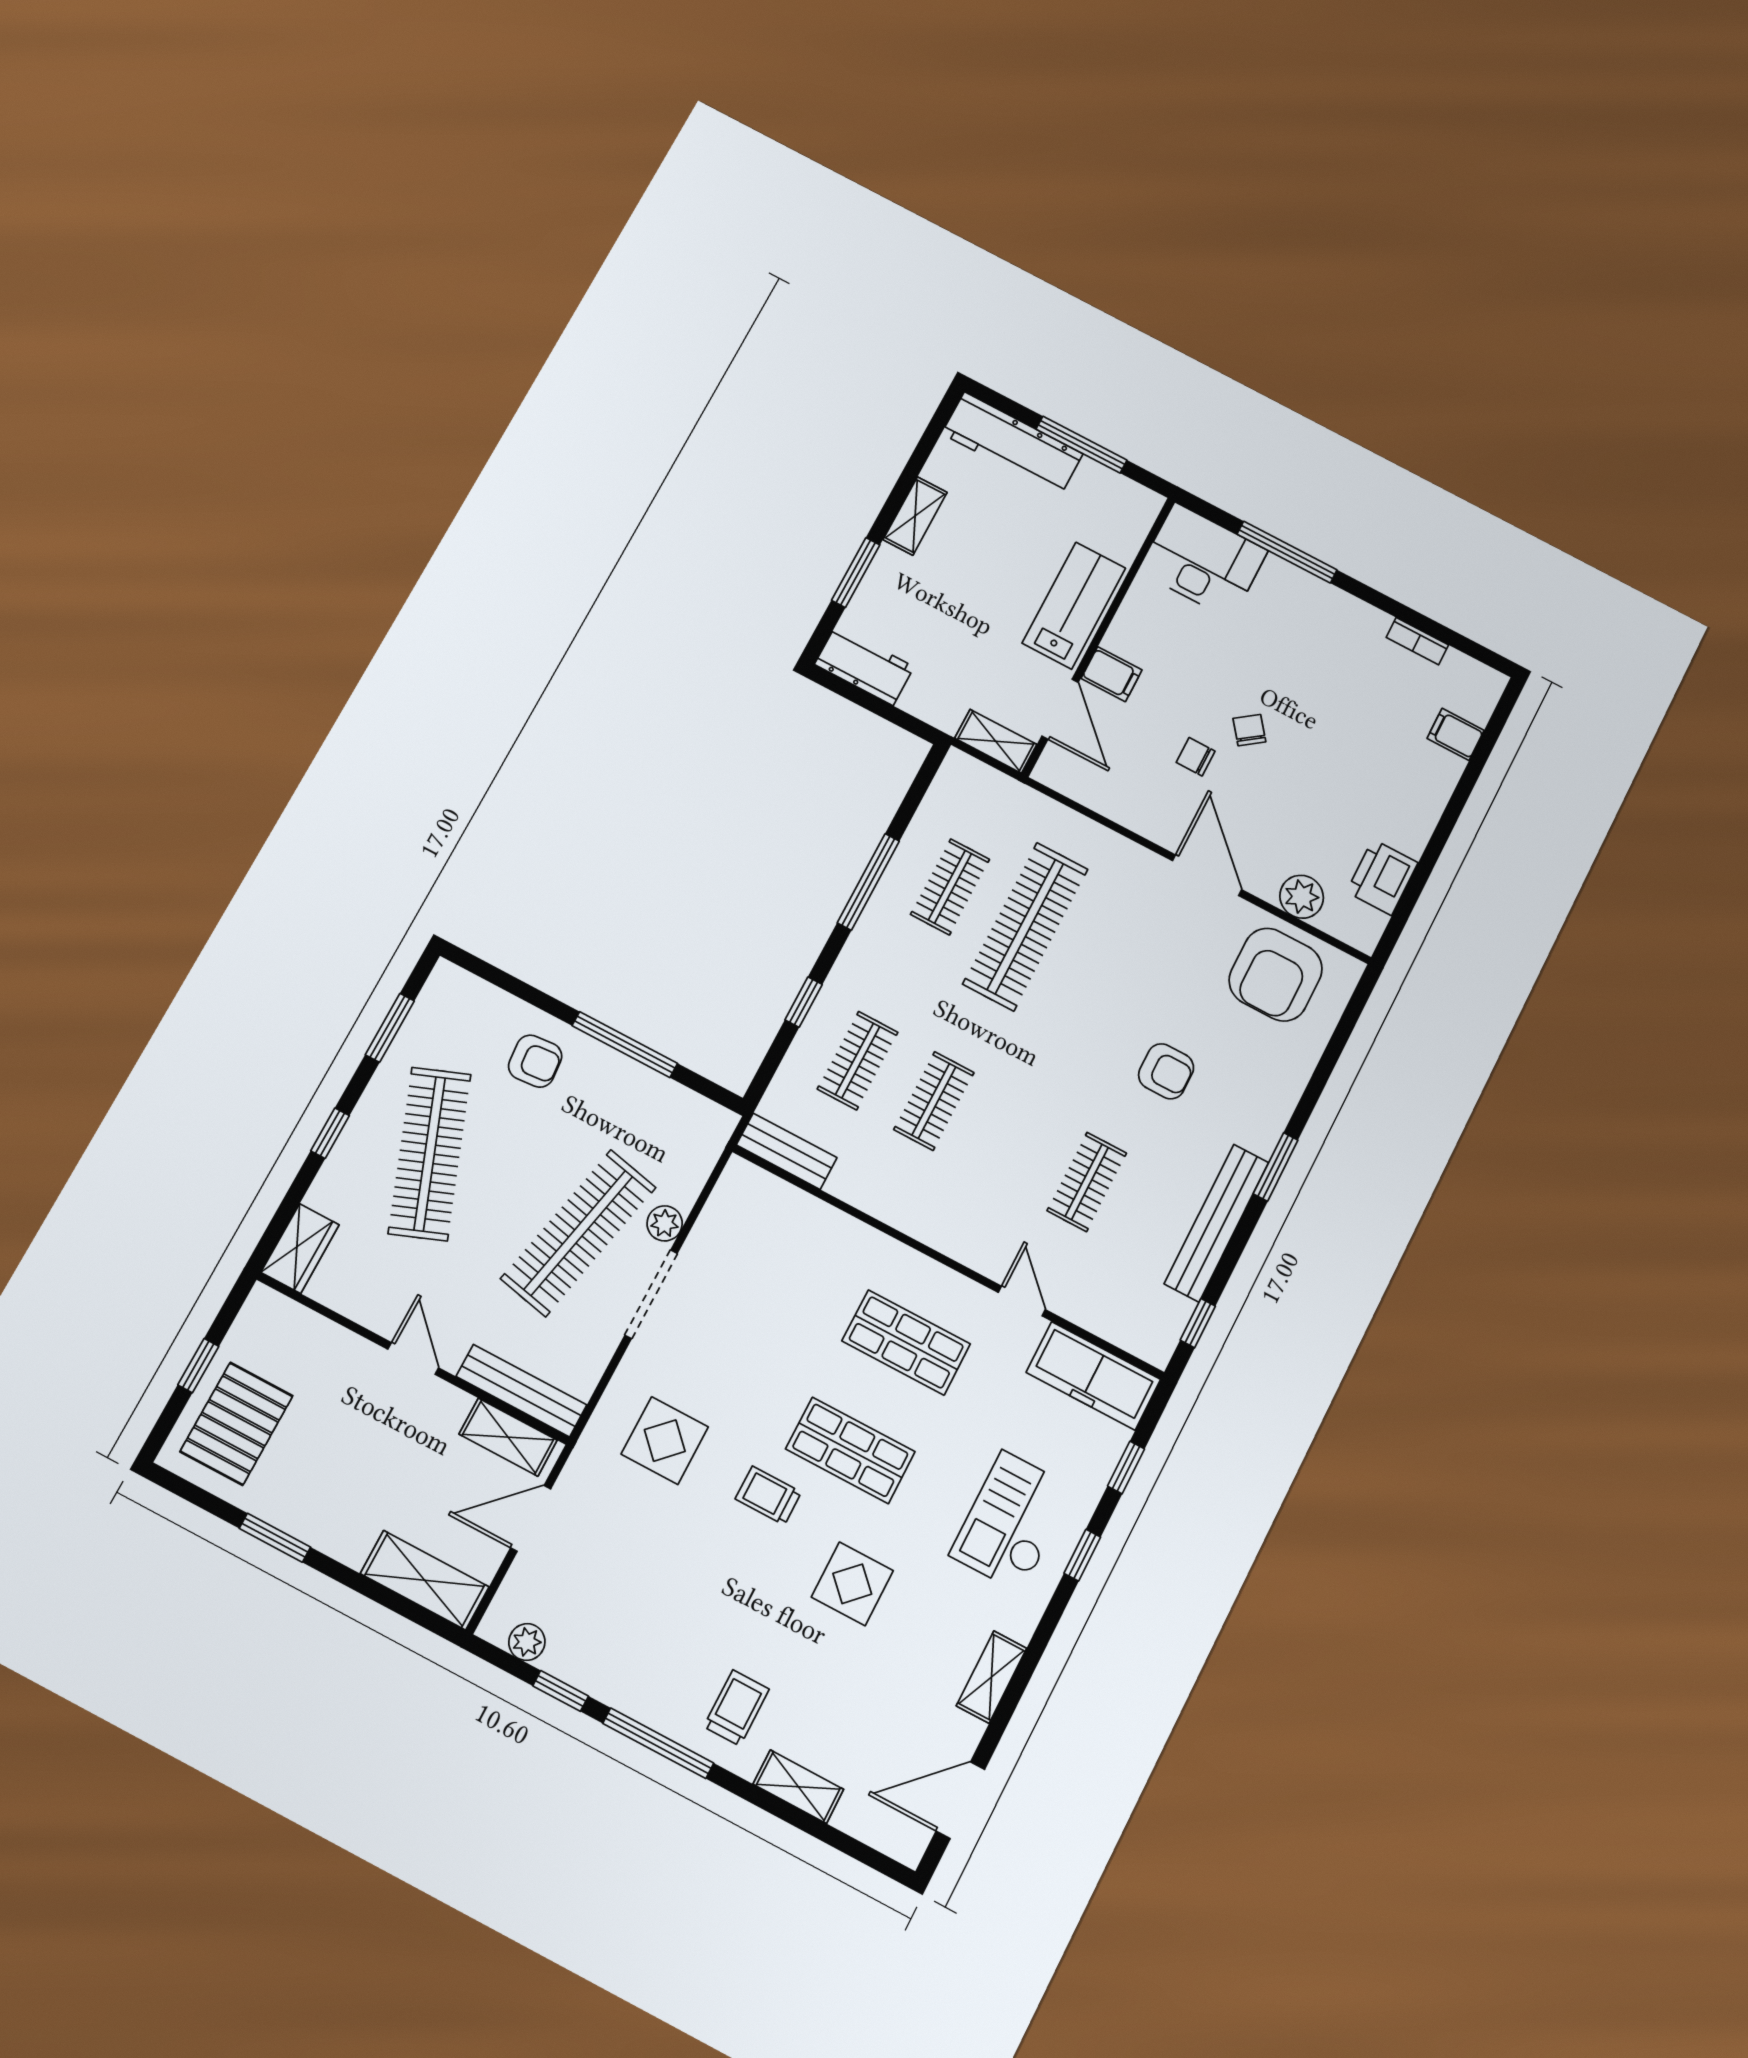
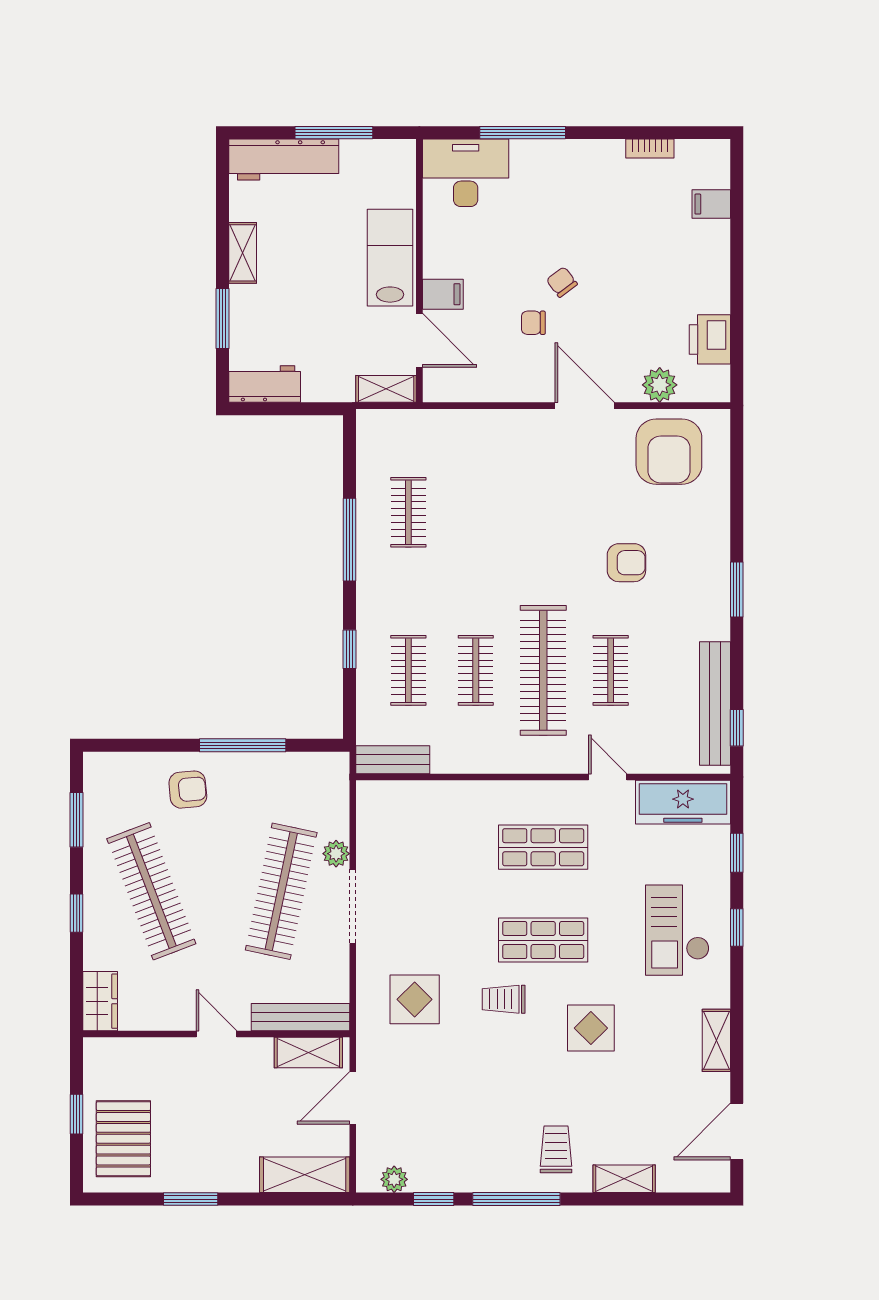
clothes rail: (1025, 927) -> (543, 670), moved
bench: (1216, 1223) -> (715, 703), moved

